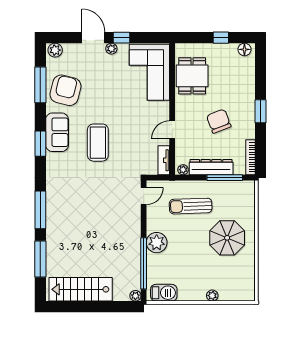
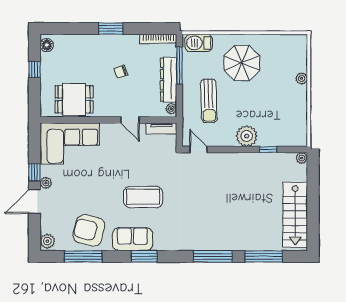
chair: (219, 121) -> (121, 72), width x0.54, depth x0.54
window: (144, 263) -> (268, 150), width x0.32
barbecue: (164, 293) -> (199, 43), moved, turned -90

